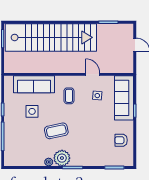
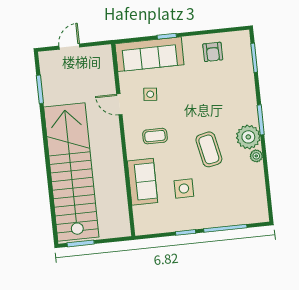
door: (93, 74) -> (119, 104), hinge flipped
sofa: (34, 84) -> (143, 182), width x0.73

